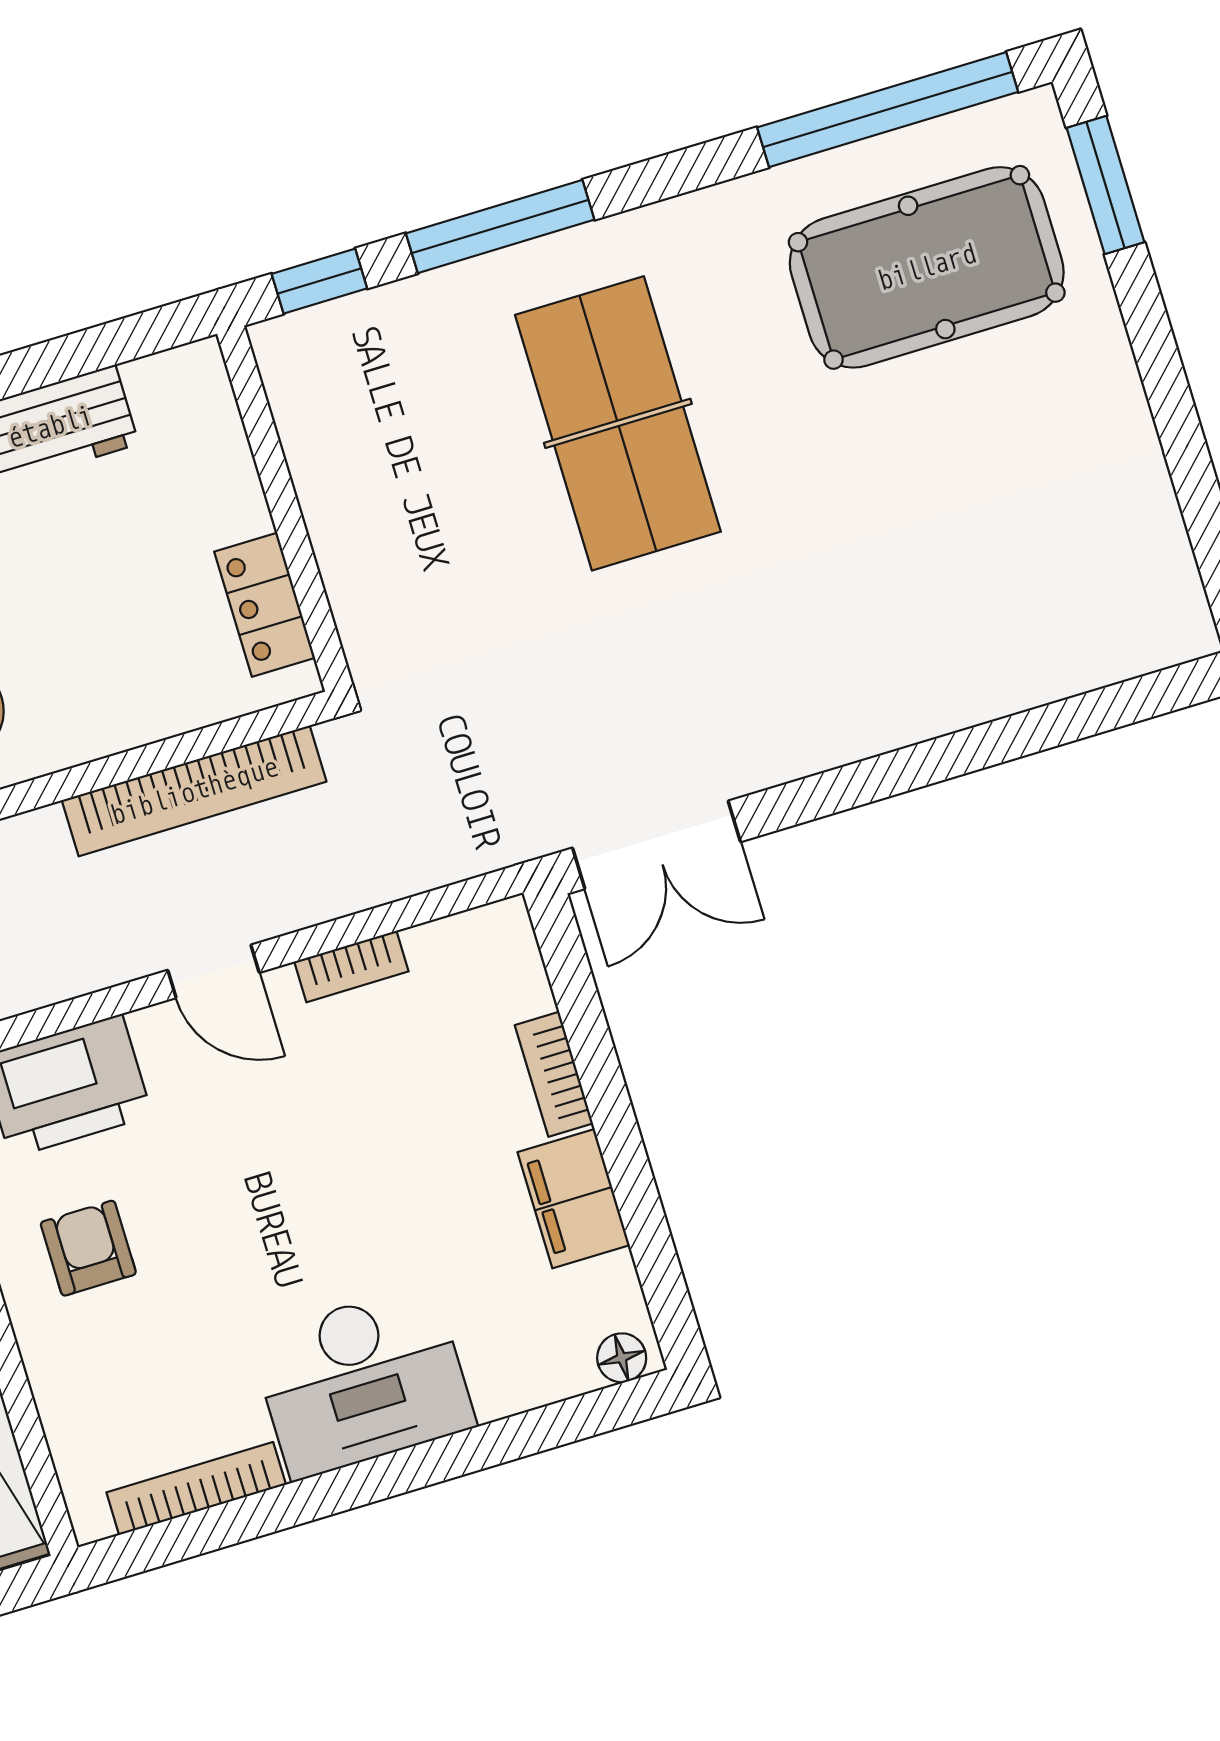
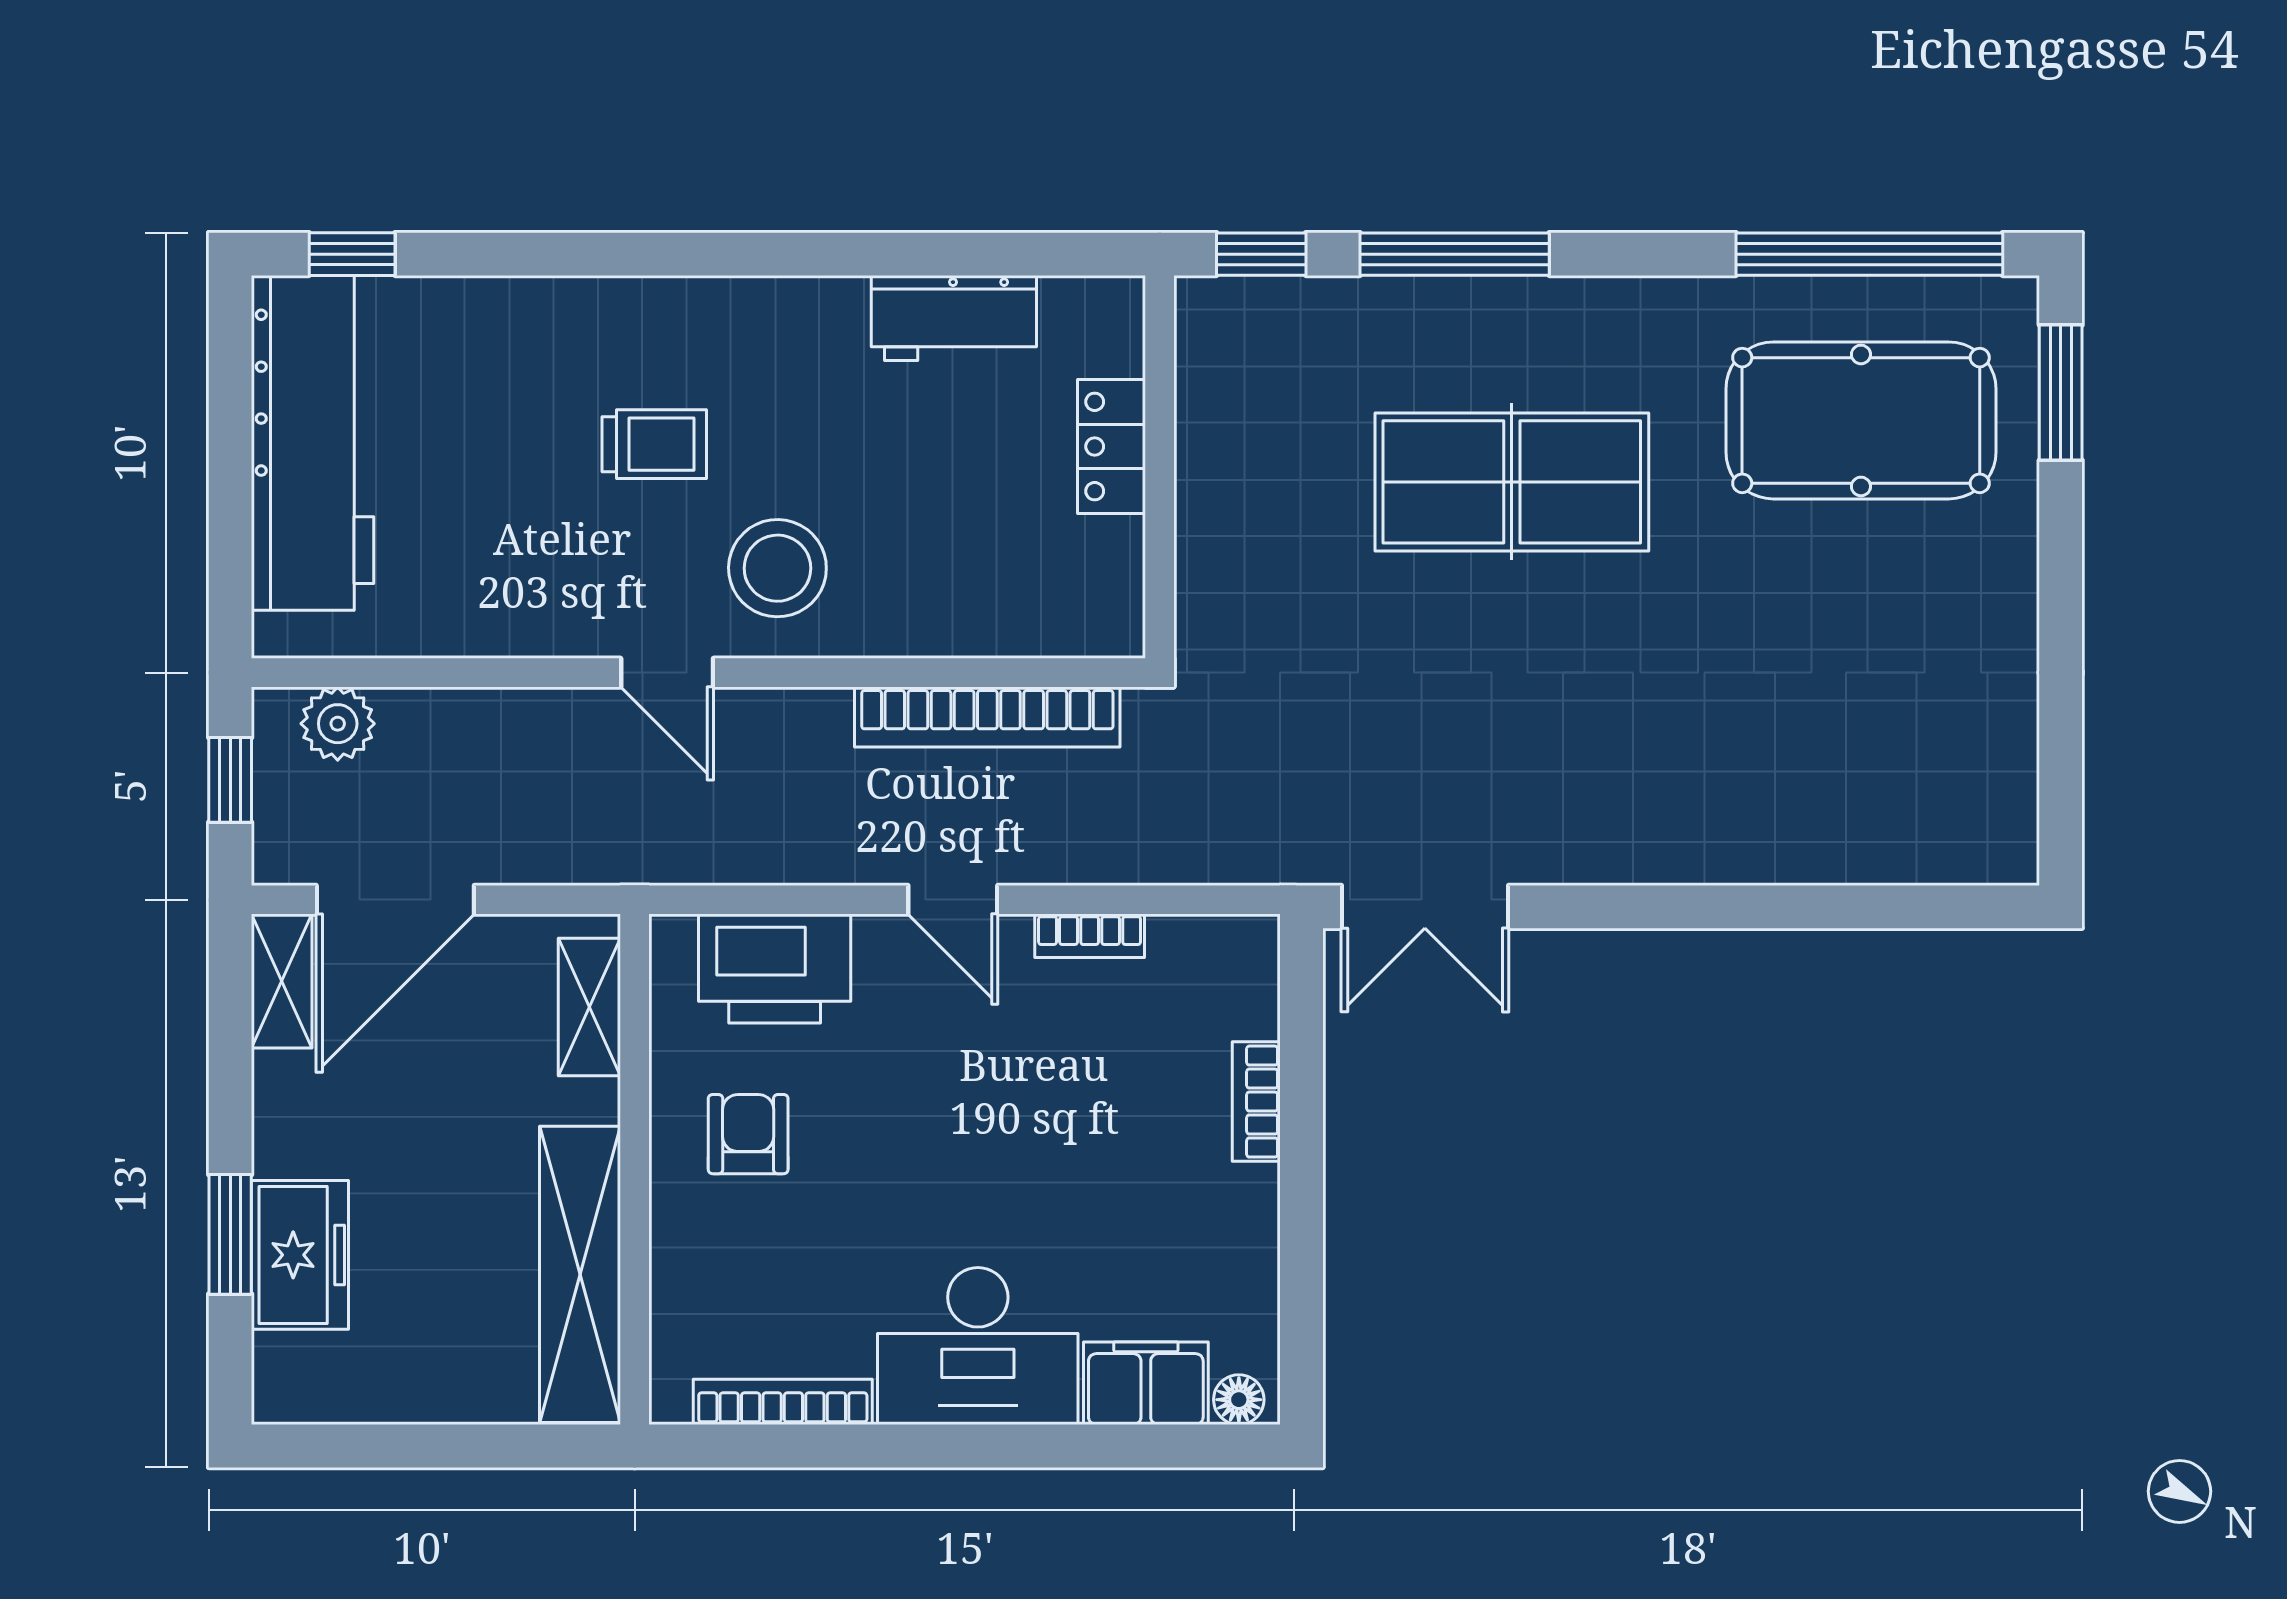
table tennis table: (618, 423) -> (1512, 482), turned 90
locker: (265, 605) -> (1112, 446), moved
filing cabinet: (574, 1199) -> (1146, 1383), moved, turned 90

